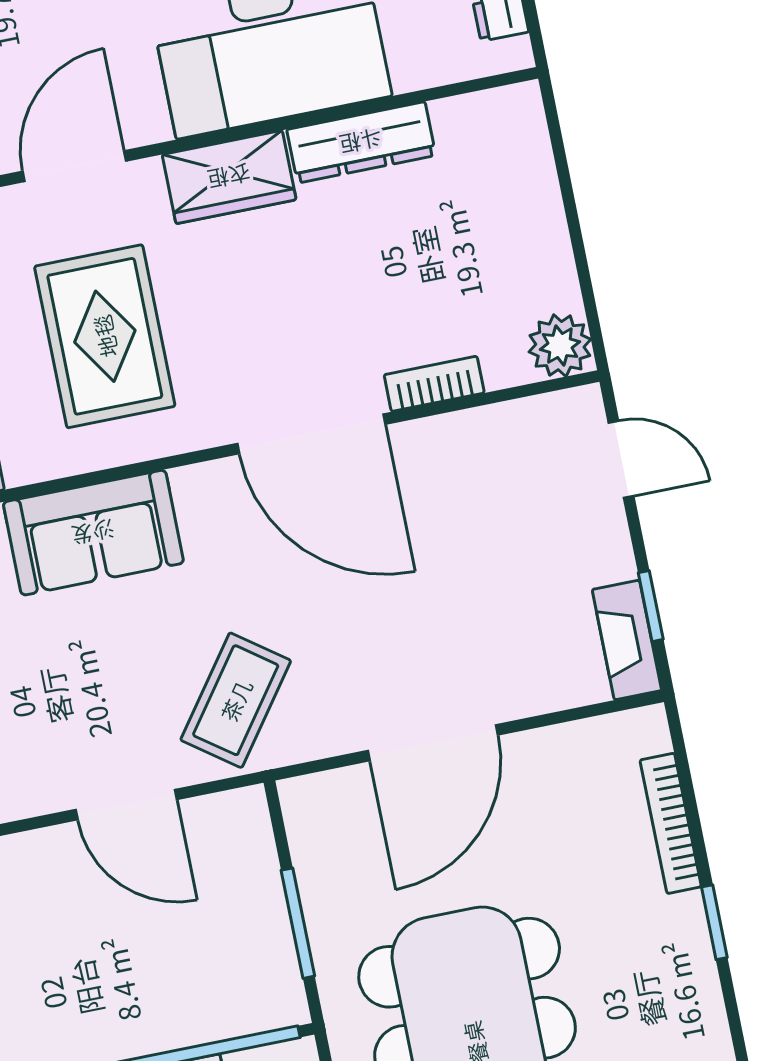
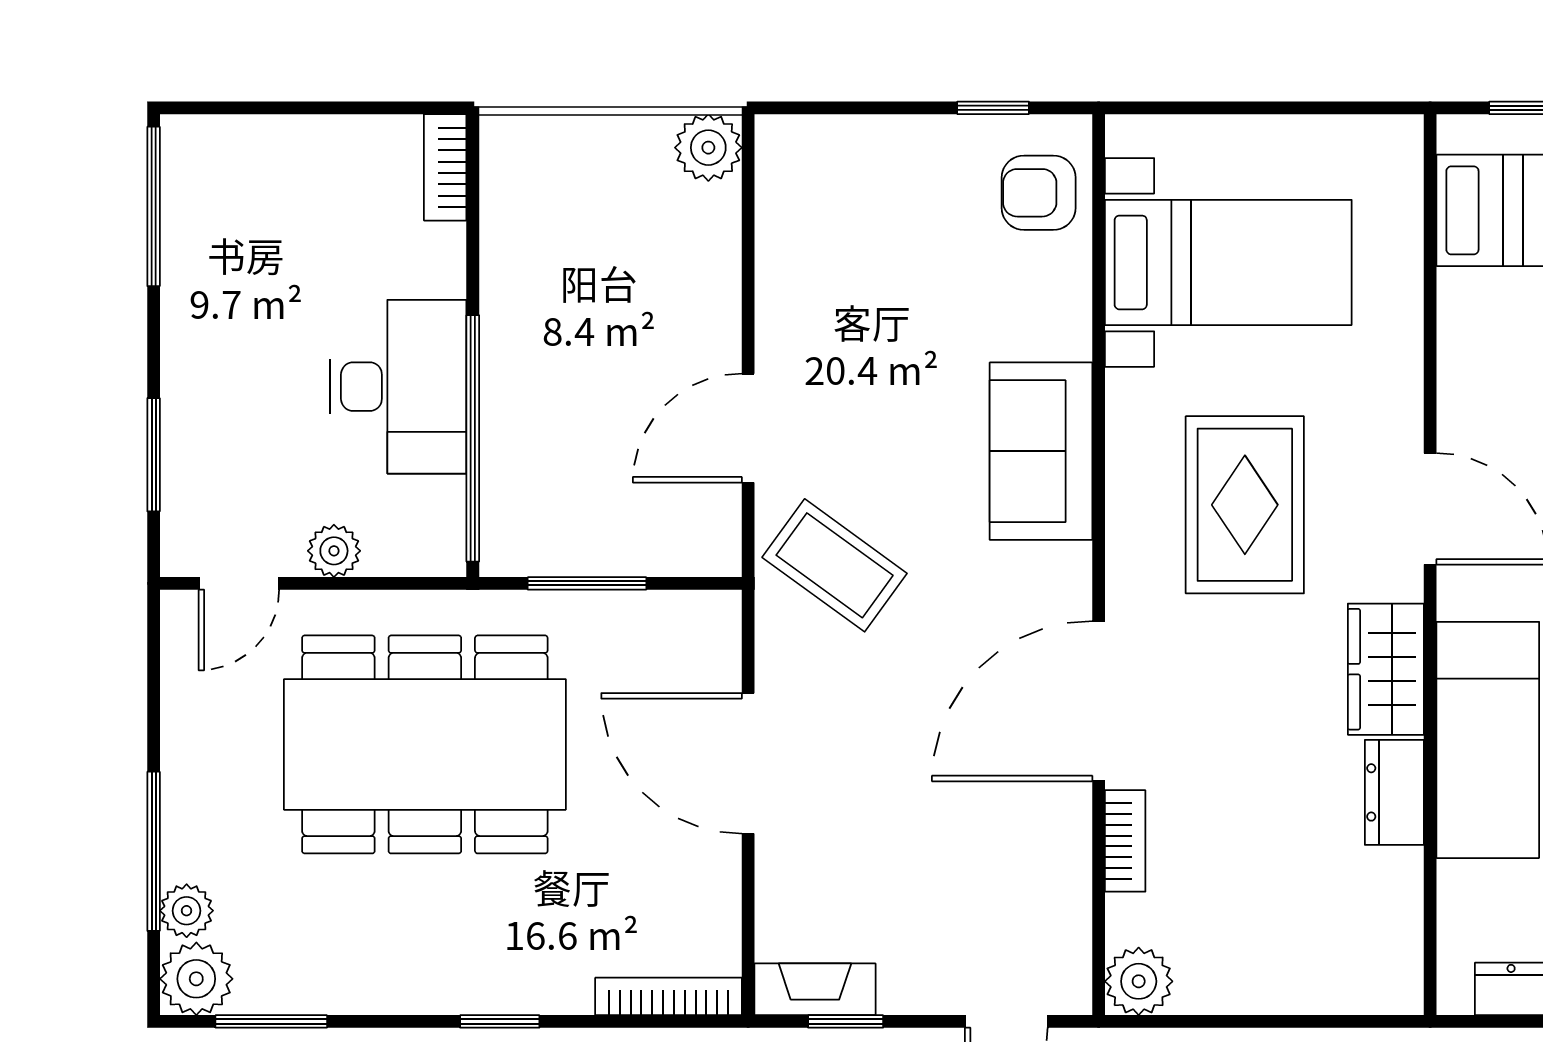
dresser: (361, 142) -> (1394, 792), width x0.70
rug: (105, 336) -> (1245, 505), turned 90
bookcase: (671, 823) -> (669, 996), moved

